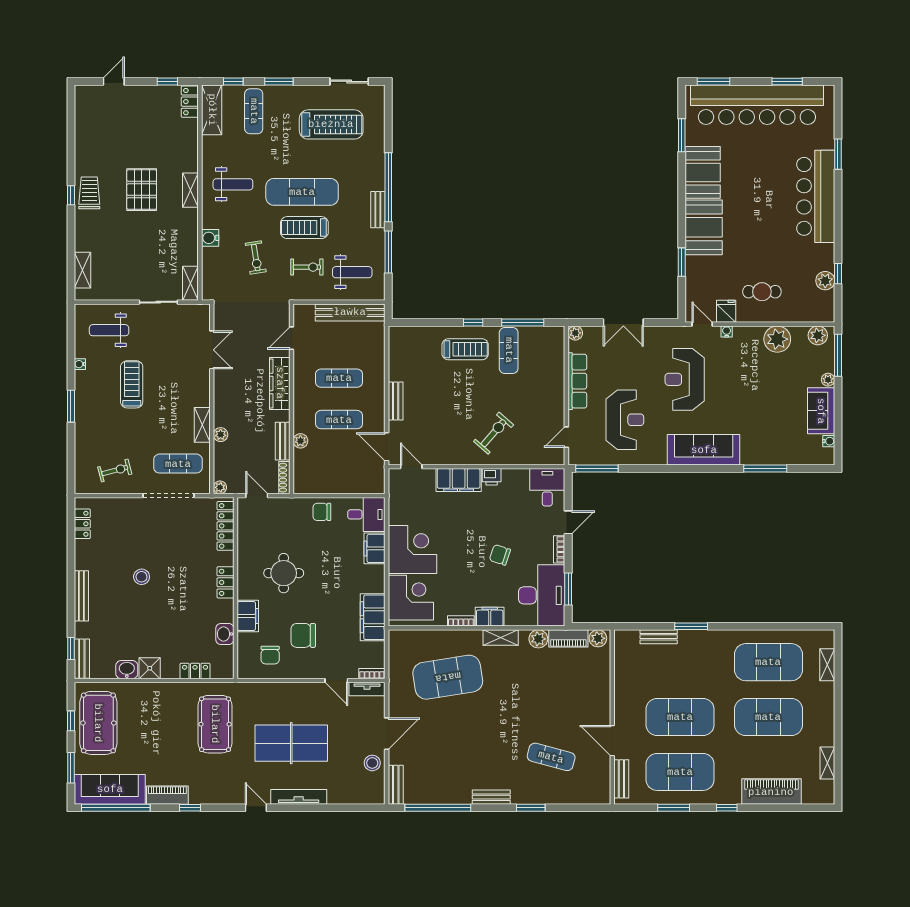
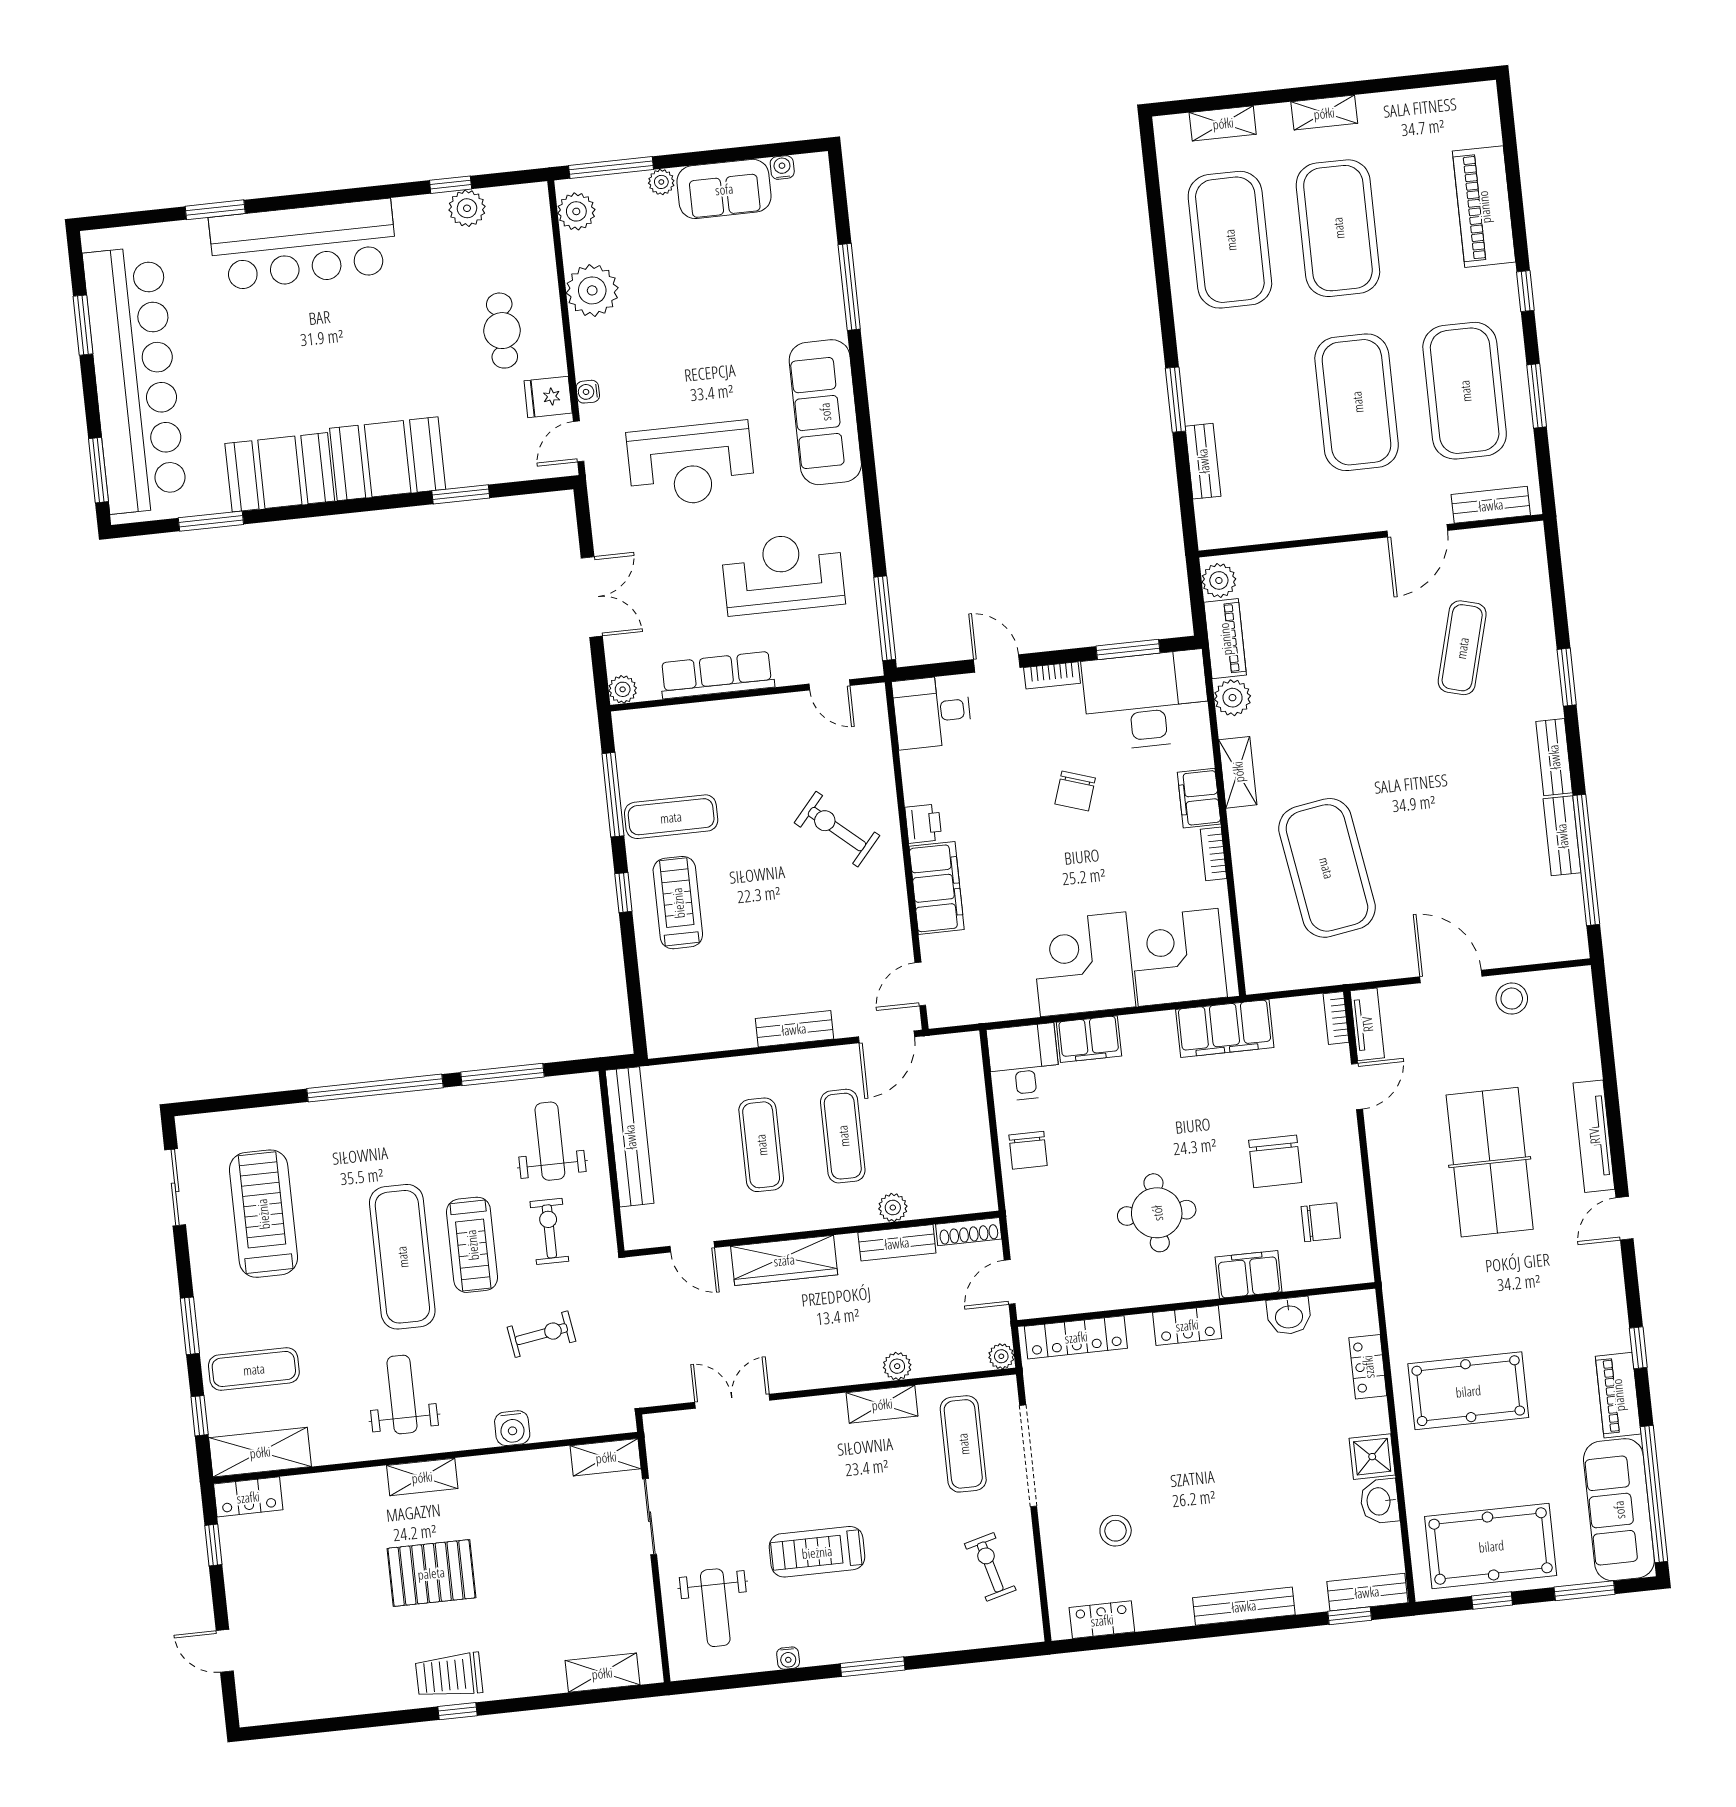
bench: (378, 210) -> (421, 1104), removed
stool: (142, 577) -> (1116, 1531), moved
pool table: (215, 724) -> (1468, 1391), moved
shelving: (827, 763) -> (1324, 113), moved
bench: (396, 785) -> (1562, 836), moved, turned 90

